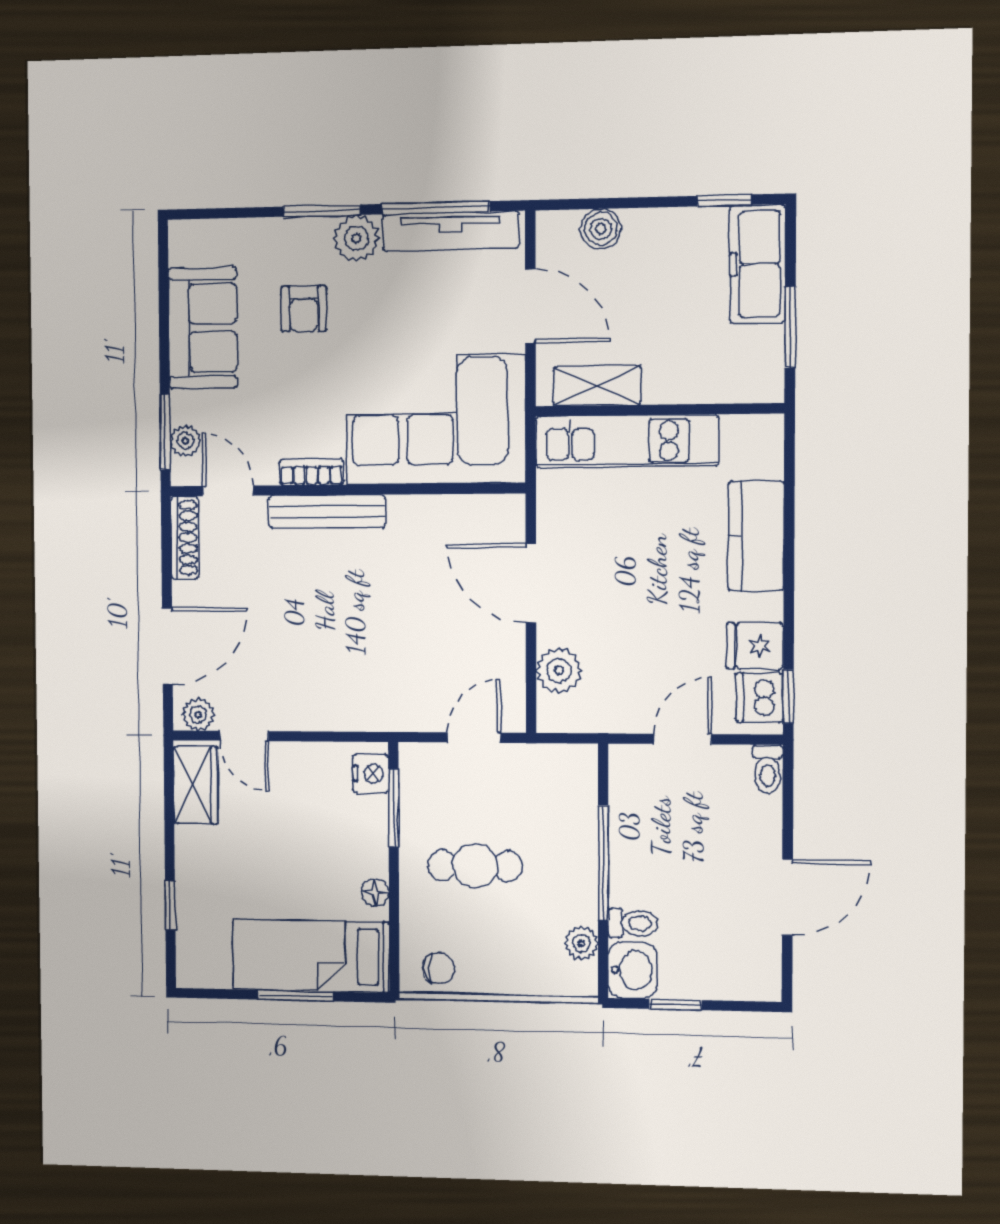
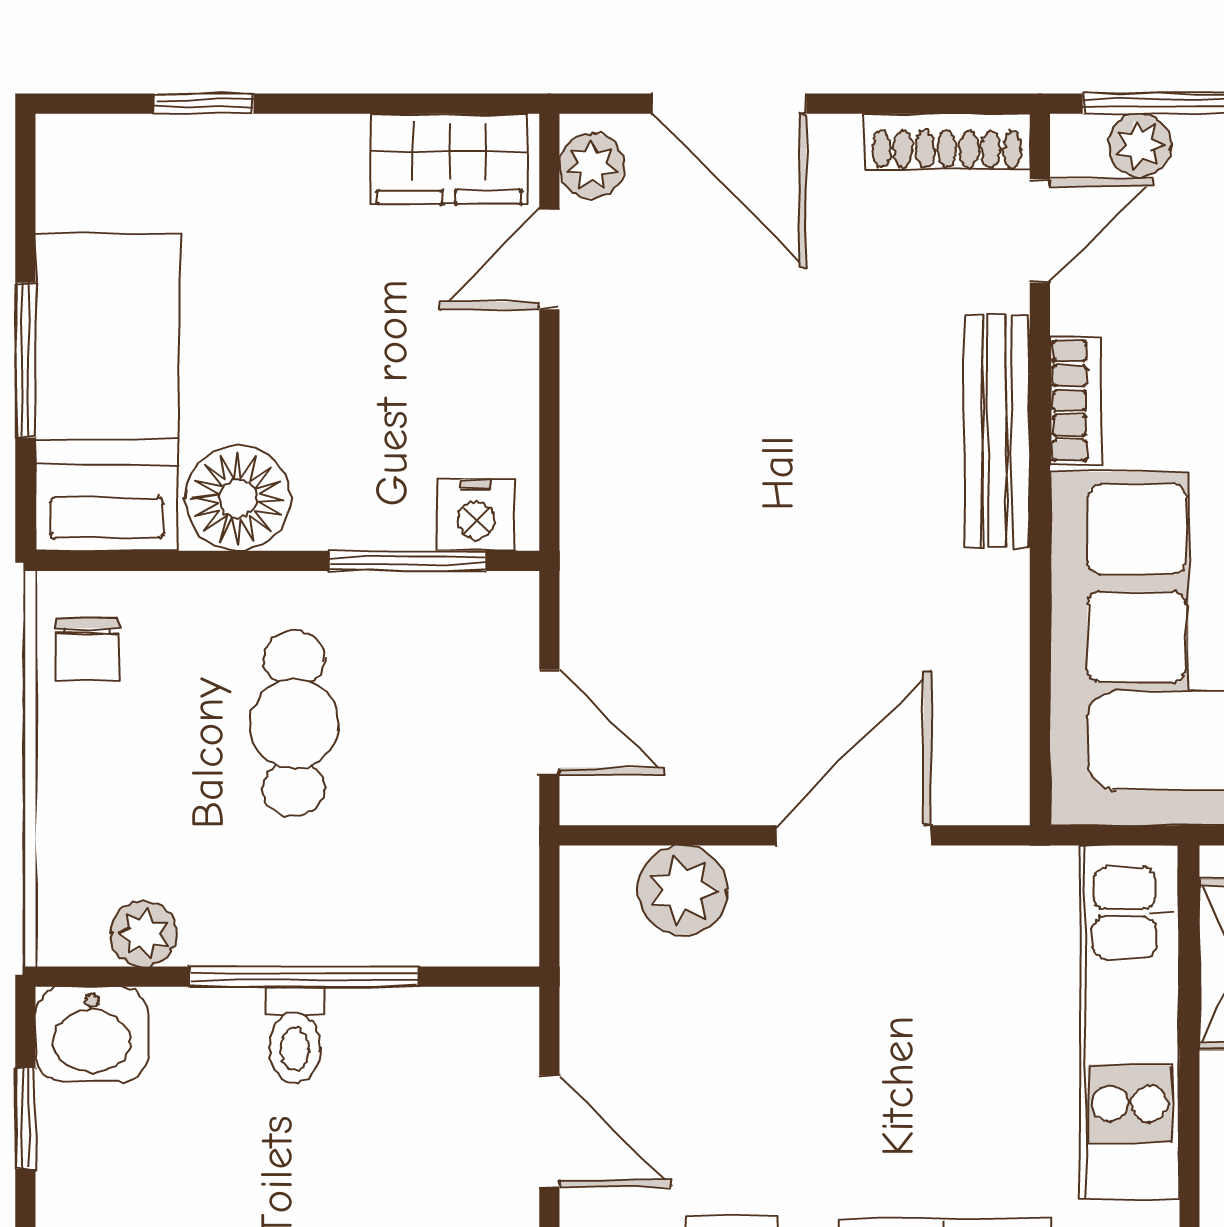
floor lamp: (375, 892) -> (238, 498), width x1.89, depth x1.89
toilet: (633, 923) -> (295, 1035), moved

